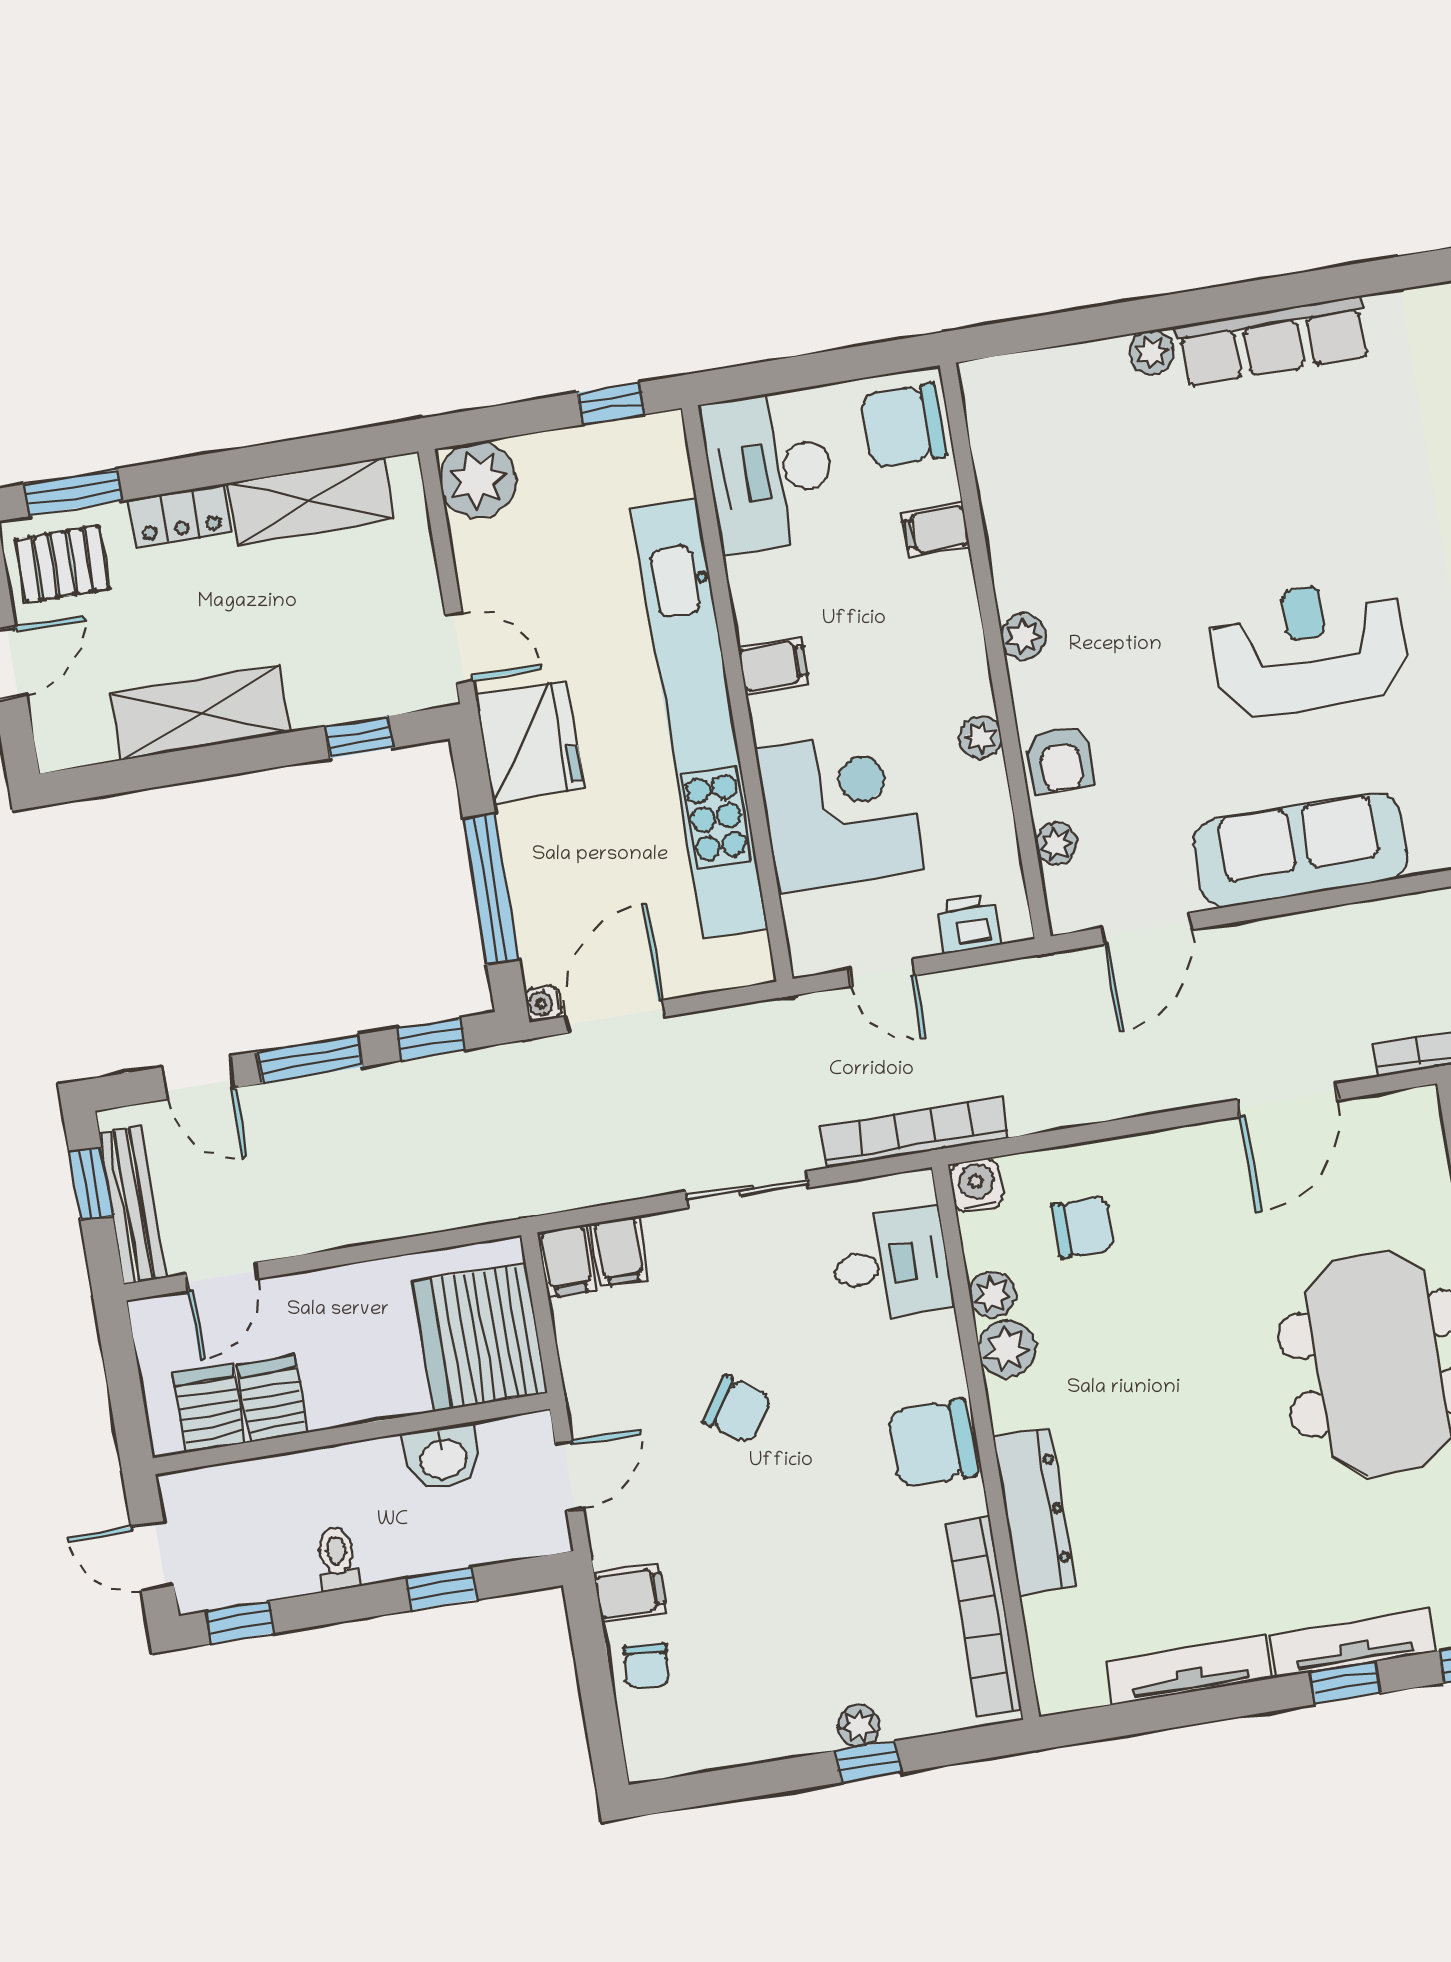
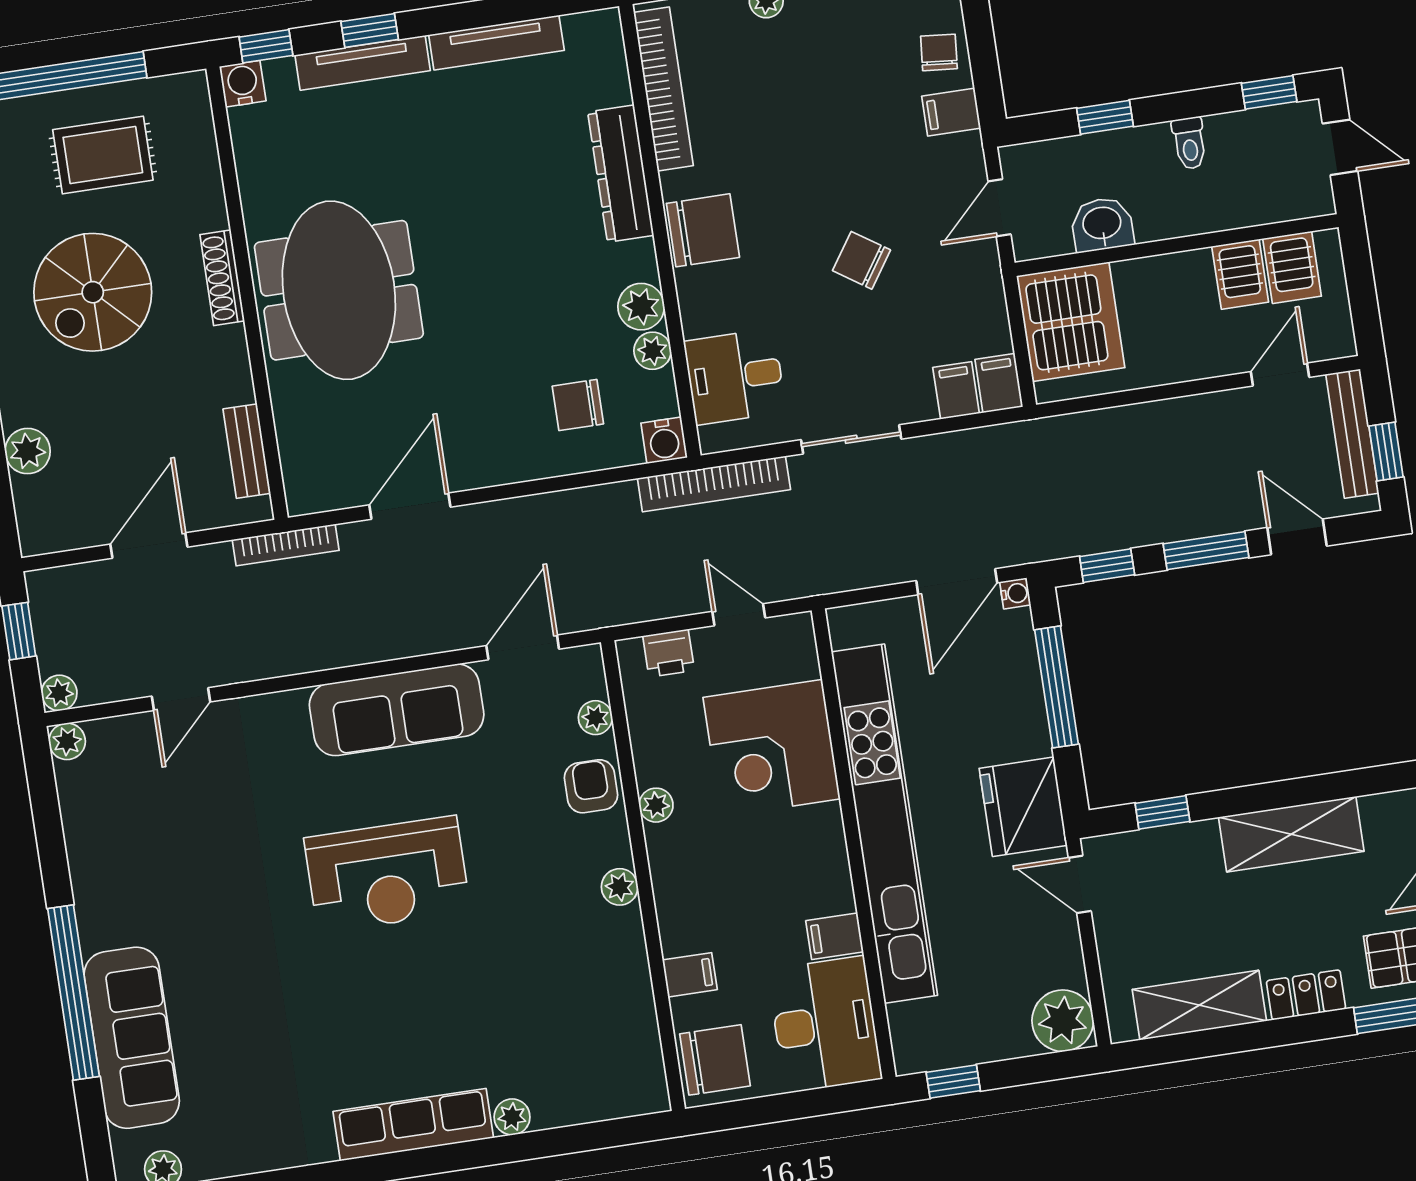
filing cabinet: (773, 666) -> (835, 936), moved

